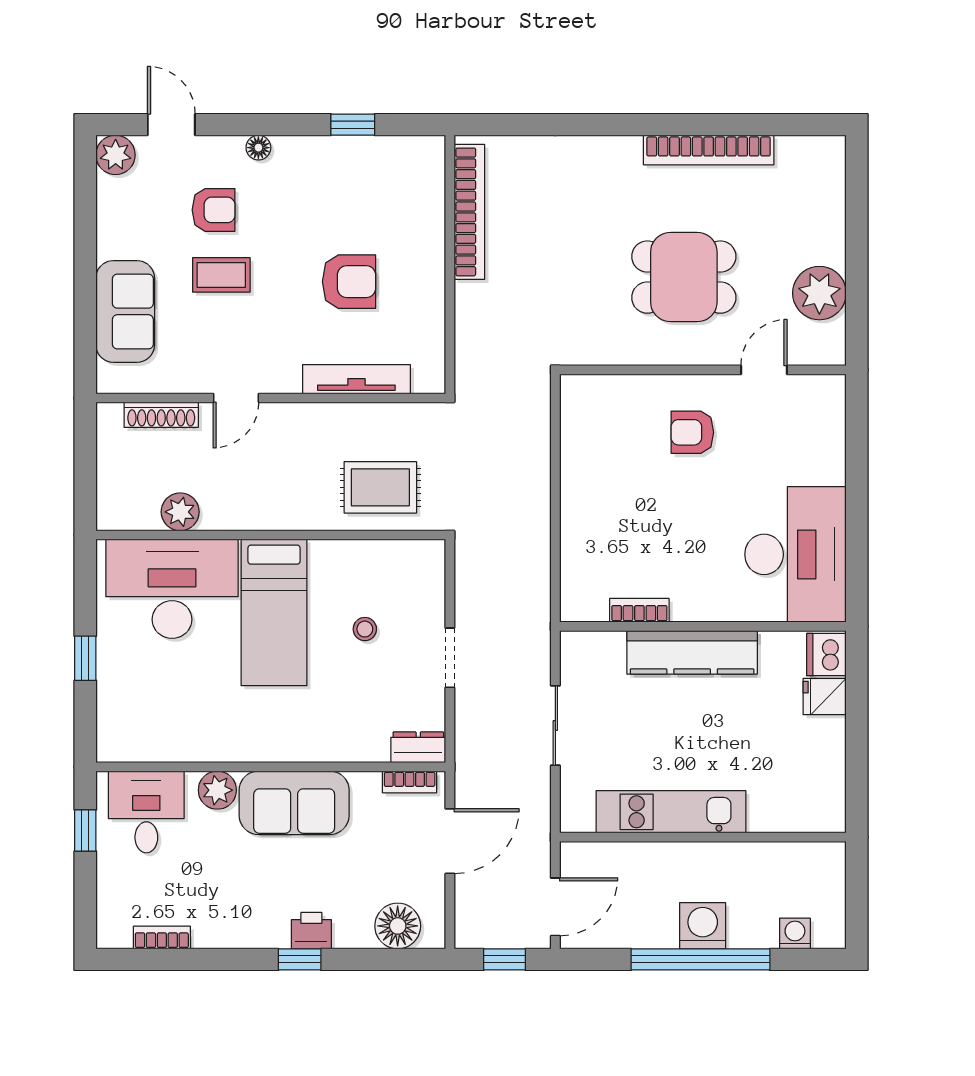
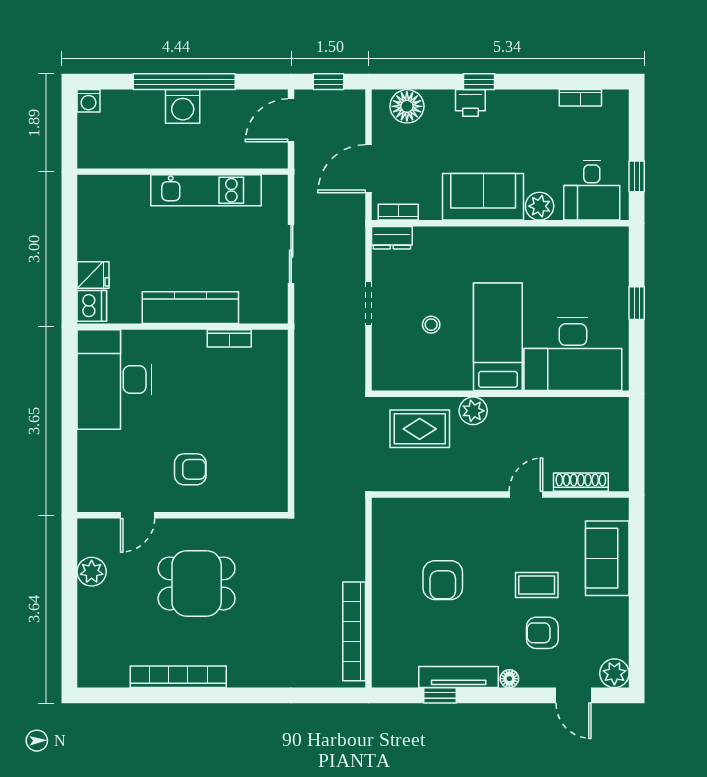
armchair: (349, 282) -> (443, 580), turned -90
plant: (819, 293) -> (92, 572), width x0.73, depth x0.73
tv unit: (356, 379) -> (459, 677), moved, turned 180
plant: (180, 512) -> (473, 411), moved
washing machine: (795, 933) -> (88, 101), moved

